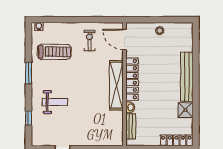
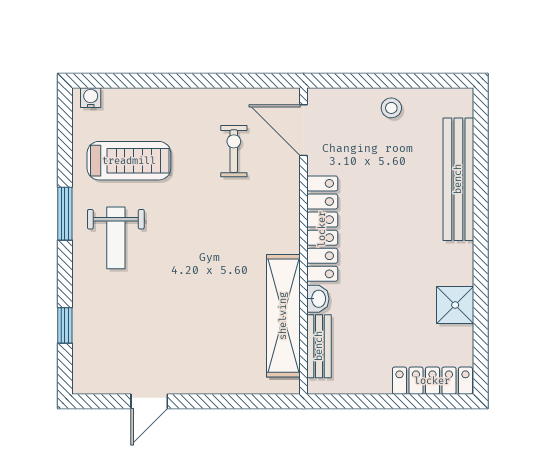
exercise bike: (89, 41) -> (234, 151), moved
bench: (187, 77) -> (458, 179), moved
shelving: (116, 85) -> (283, 316), moved
weight bench: (55, 102) -> (116, 238), moved, turned 90

